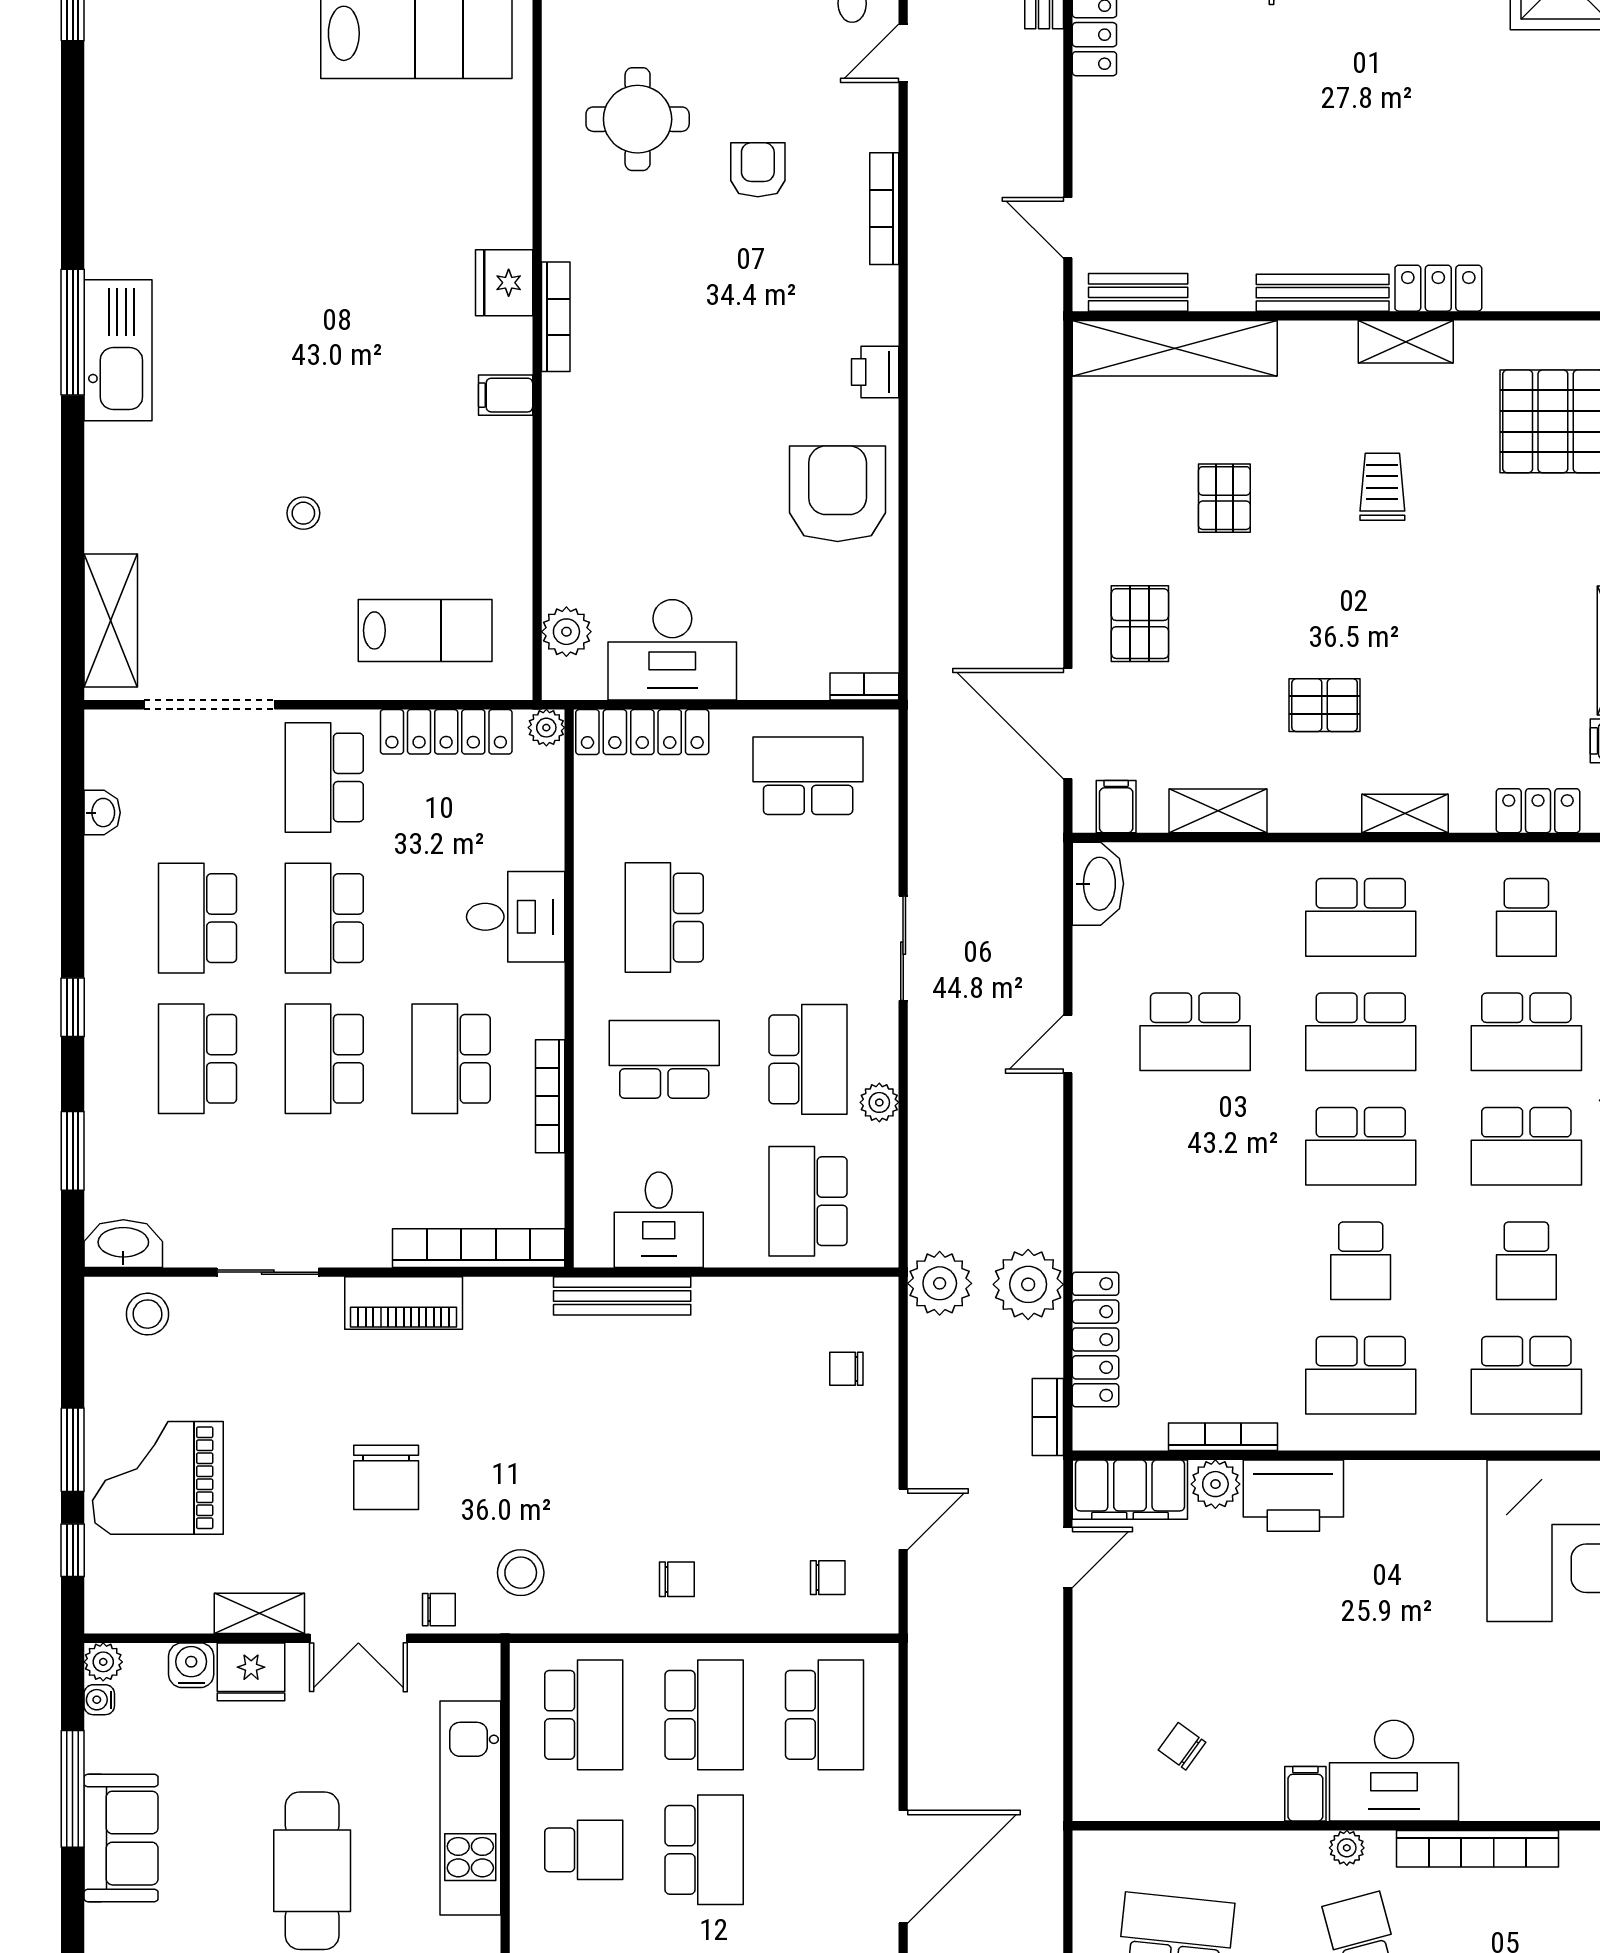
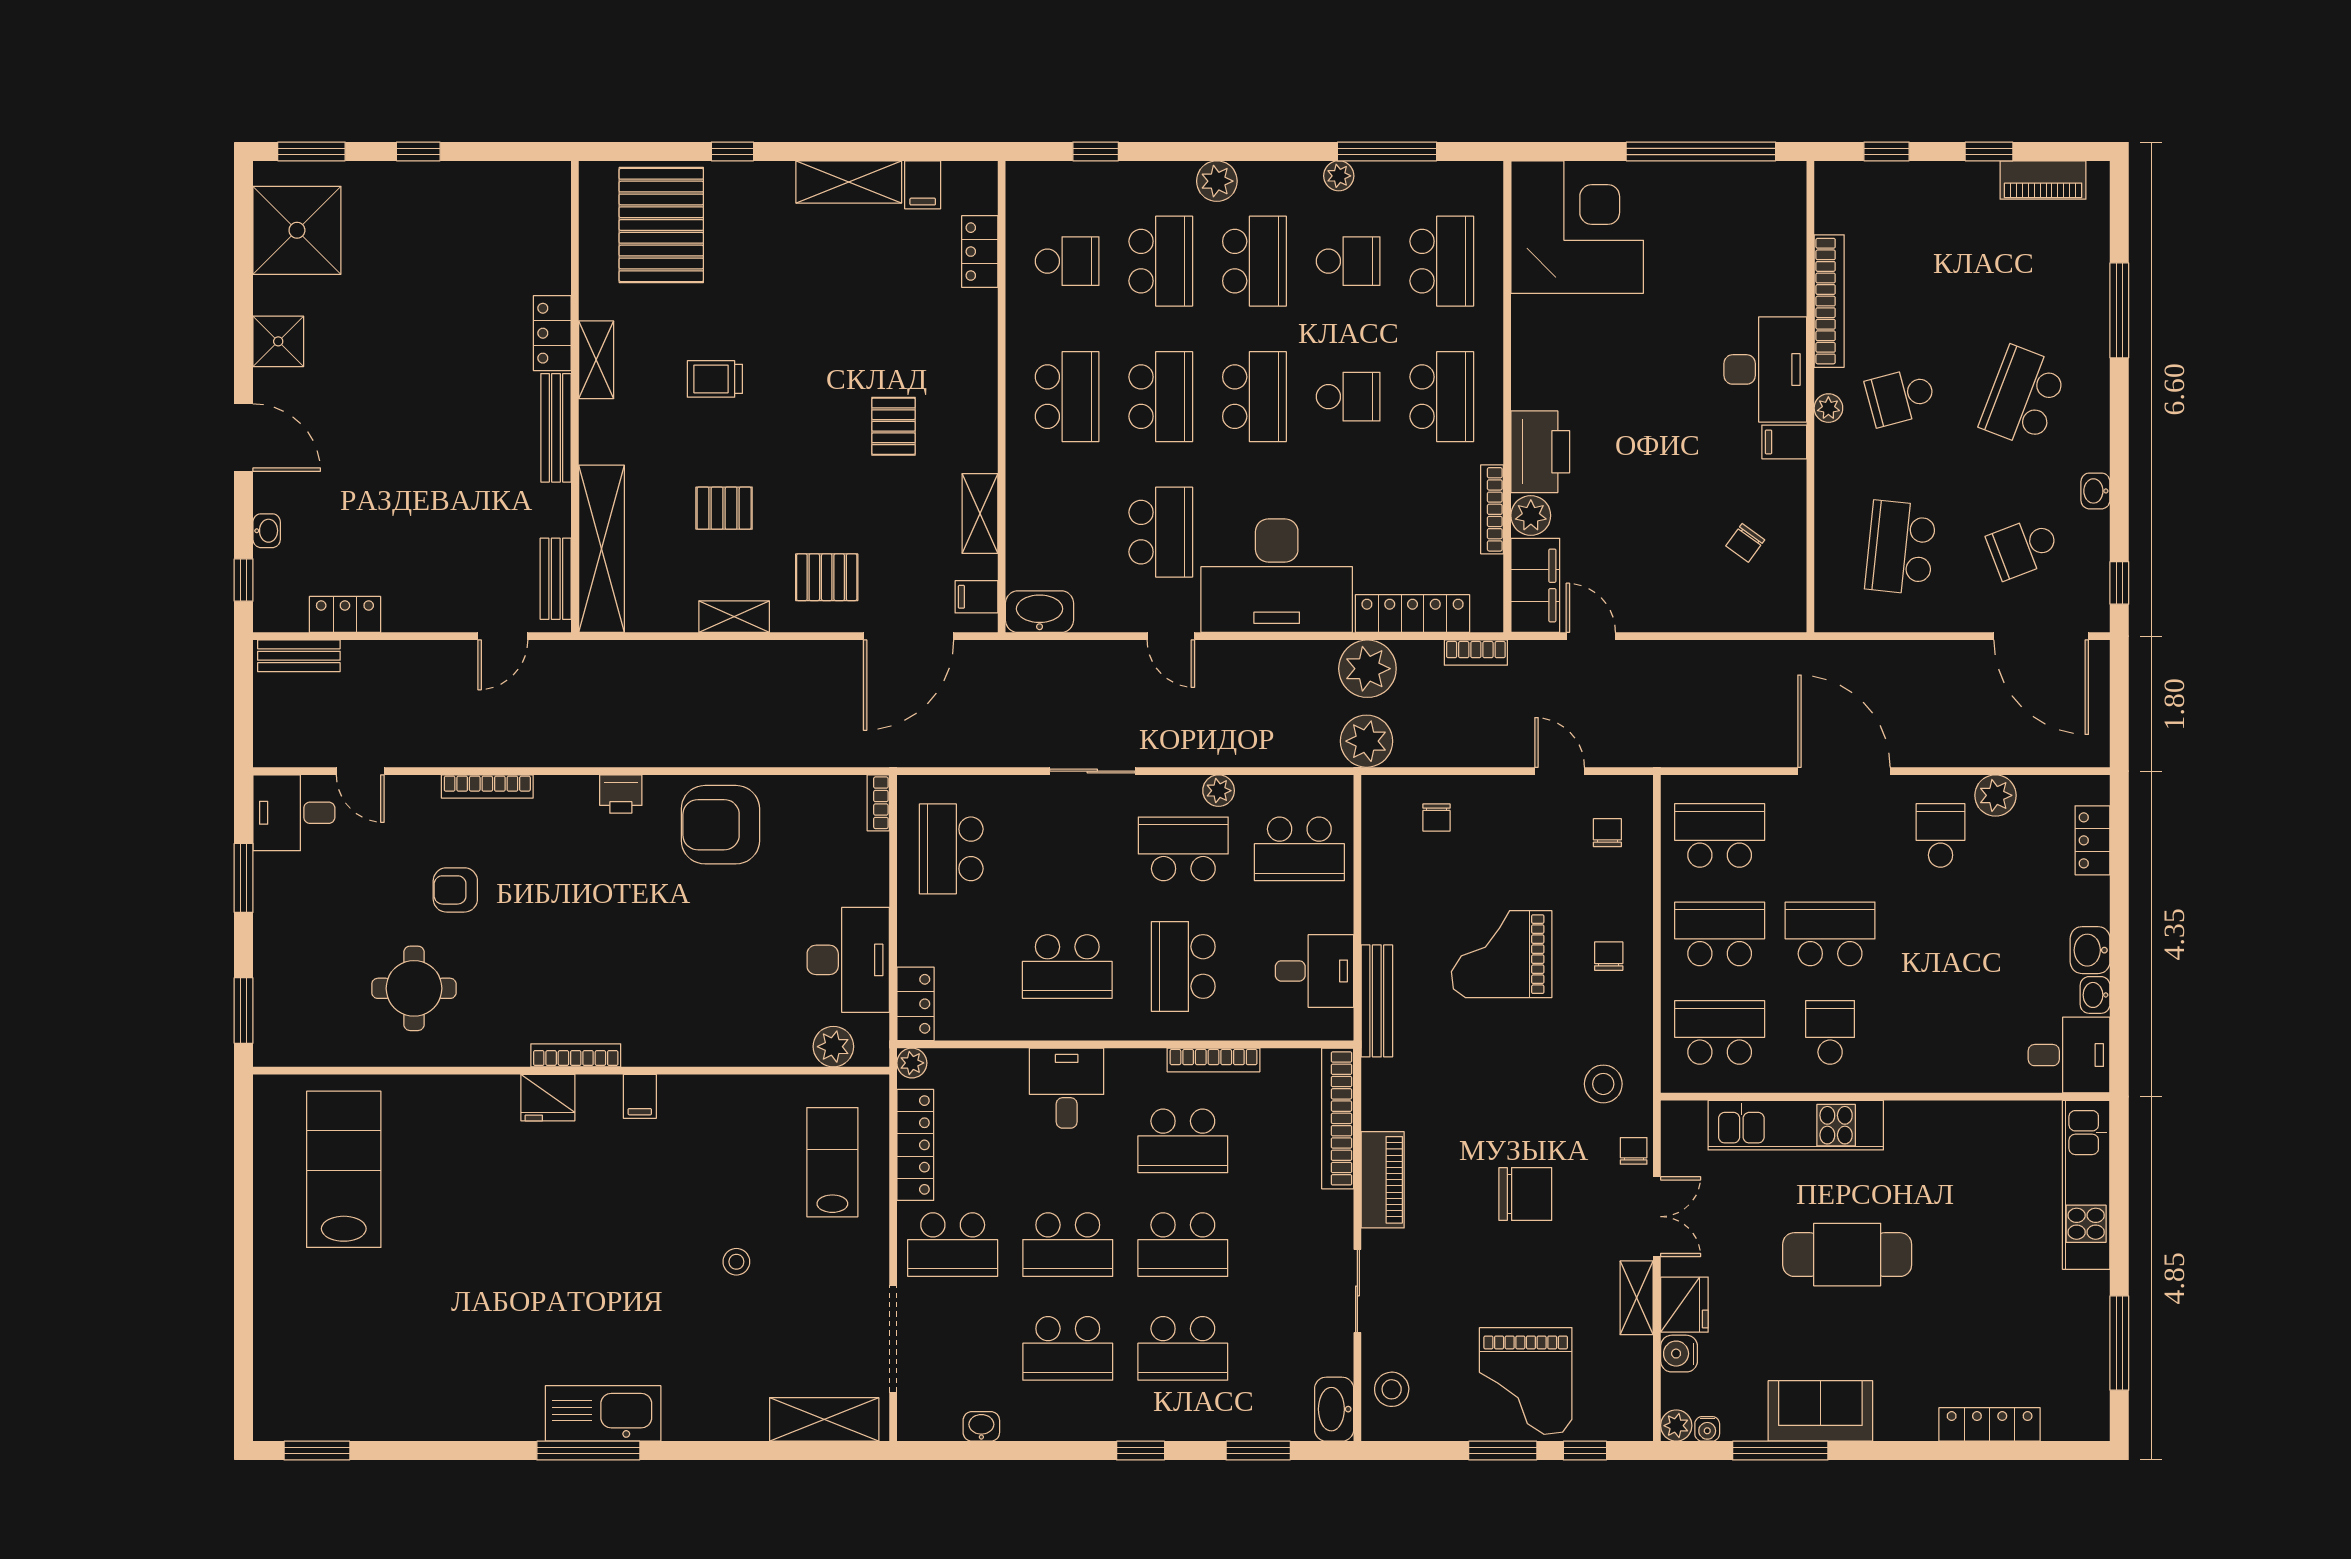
locker: (642, 732) -> (915, 1004), width x0.66
shelving: (1405, 813) -> (734, 617), moved, turned 90
desk: (1142, 1174) -> (1277, 576), added
grand piano: (679, 1448) -> (1502, 954), added

